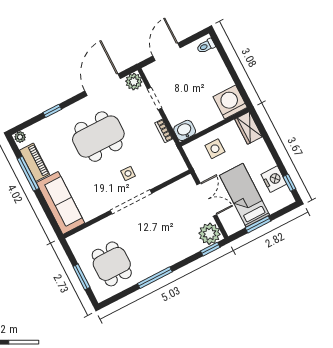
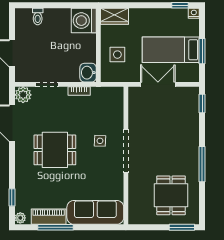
toilet: (206, 46) -> (38, 17), moved
window: (52, 111) -> (12, 197), moved
dining table: (98, 137) -> (55, 150), width x0.73
nightstand: (274, 179) -> (194, 13), moved, width x0.53, depth x0.56
plant: (210, 234) -> (189, 97), removed
dining table: (112, 264) -> (171, 195), turned 90
window: (81, 277) -> (182, 227), moved

